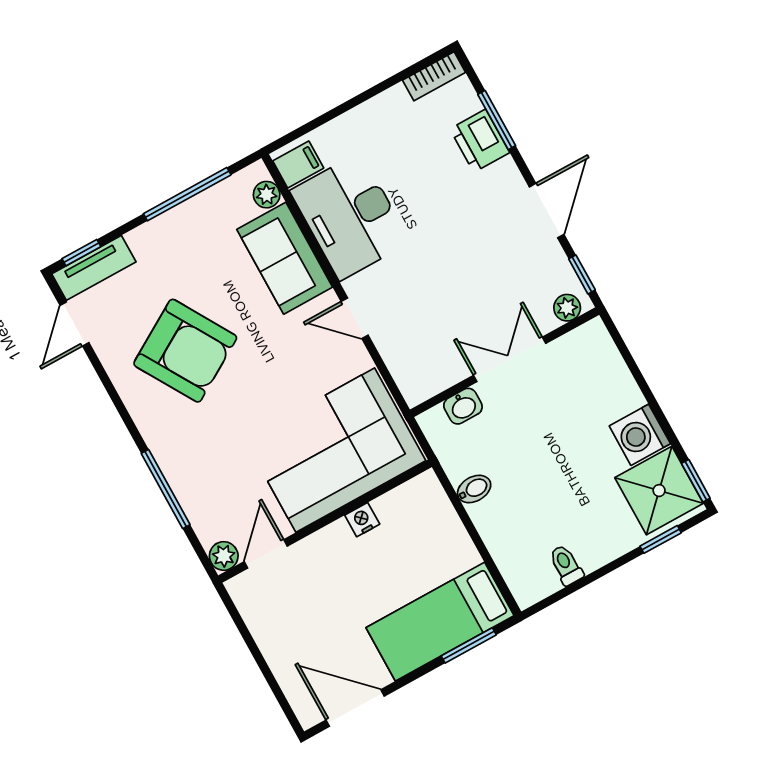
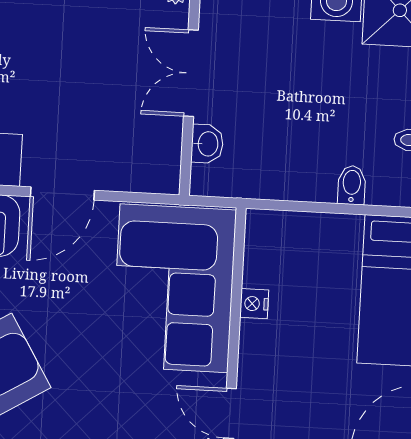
door: (355, 318) -> (62, 193), width x1.38
bidet: (474, 489) -> (352, 185), moved

